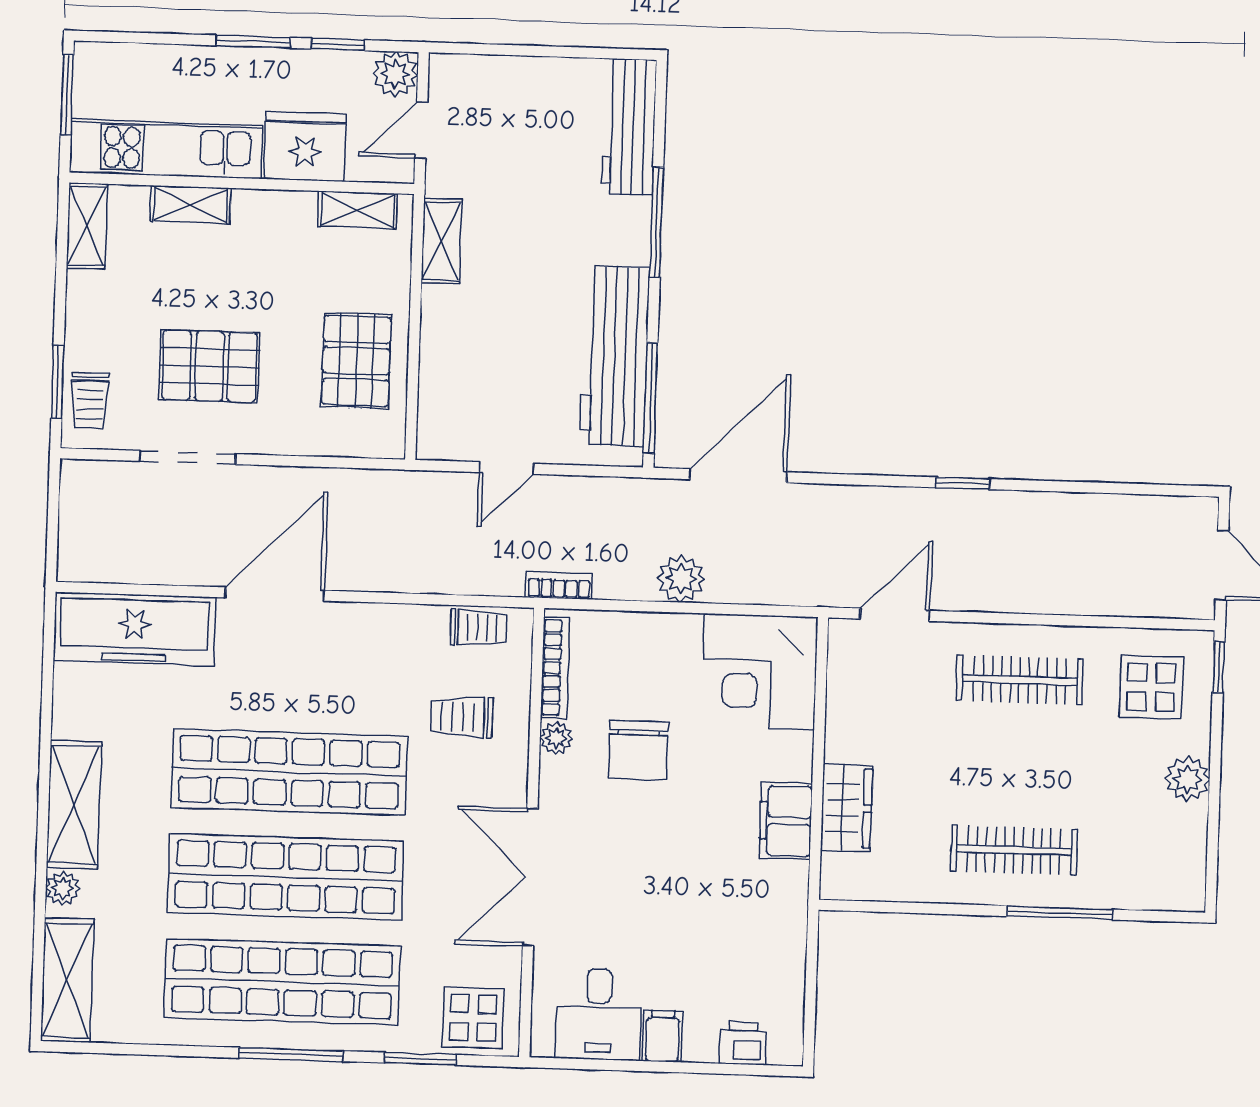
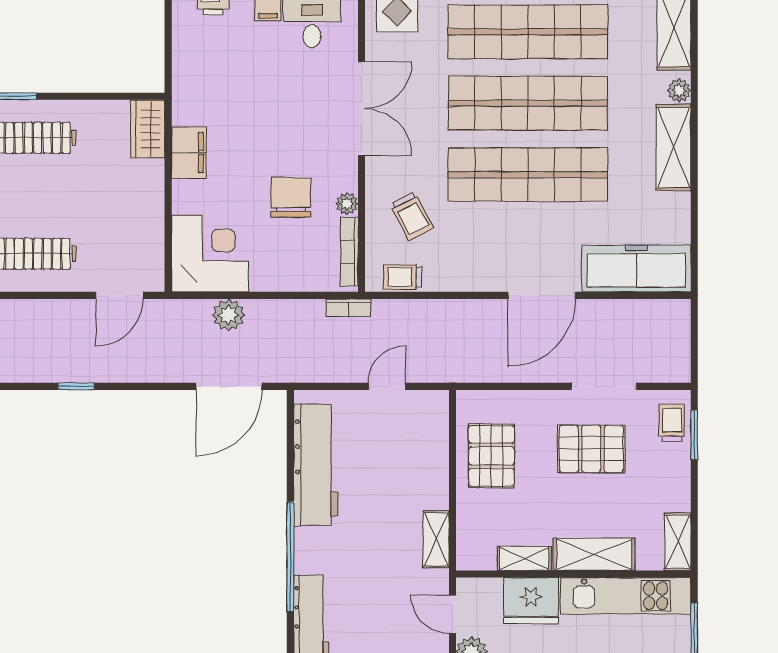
door: (421, 130) -> (452, 614), swing flipped
shelving: (191, 205) -> (594, 554), width x1.50, depth x1.33
shelving: (357, 210) -> (524, 559), moved
window: (656, 222) -> (290, 557), width x1.46
window: (651, 398) -> (290, 437), removed
plant: (681, 579) -> (228, 315), moved
trolley: (462, 717) -> (412, 216), turned 63
wardrobe: (847, 808) -> (148, 129), moved

